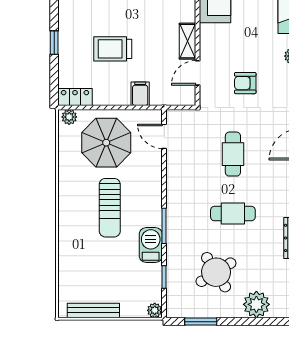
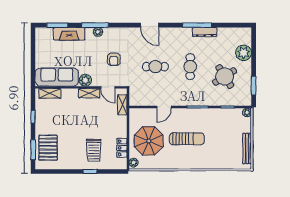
plant: (210, 35) -> (85, 80), added
trolley: (113, 49) -> (94, 150), moved
filing cabinet: (140, 94) -> (120, 121), removed
locker: (75, 97) -> (122, 148), moved
shelving: (168, 98) -> (122, 105), added
door: (164, 136) -> (164, 107), moved
barbecue: (151, 245) -> (209, 115), removed

